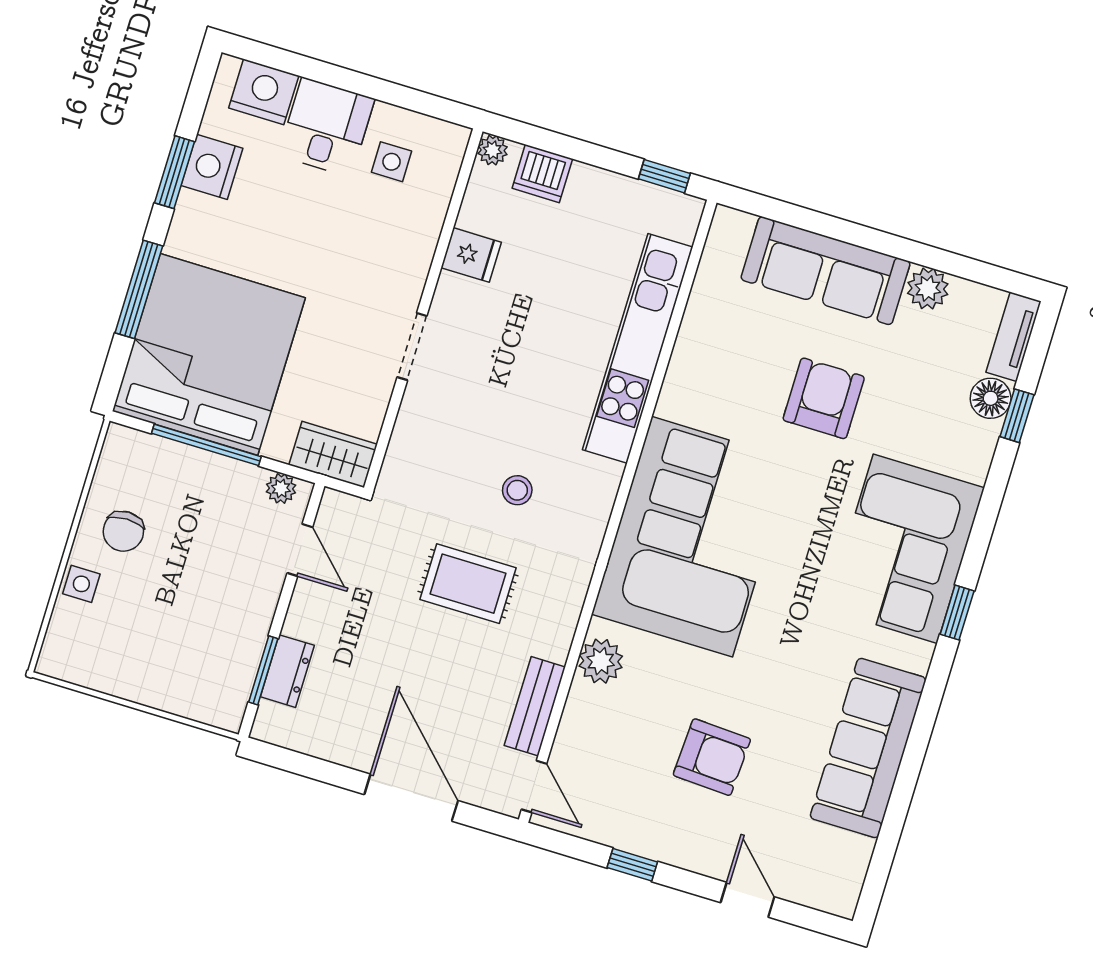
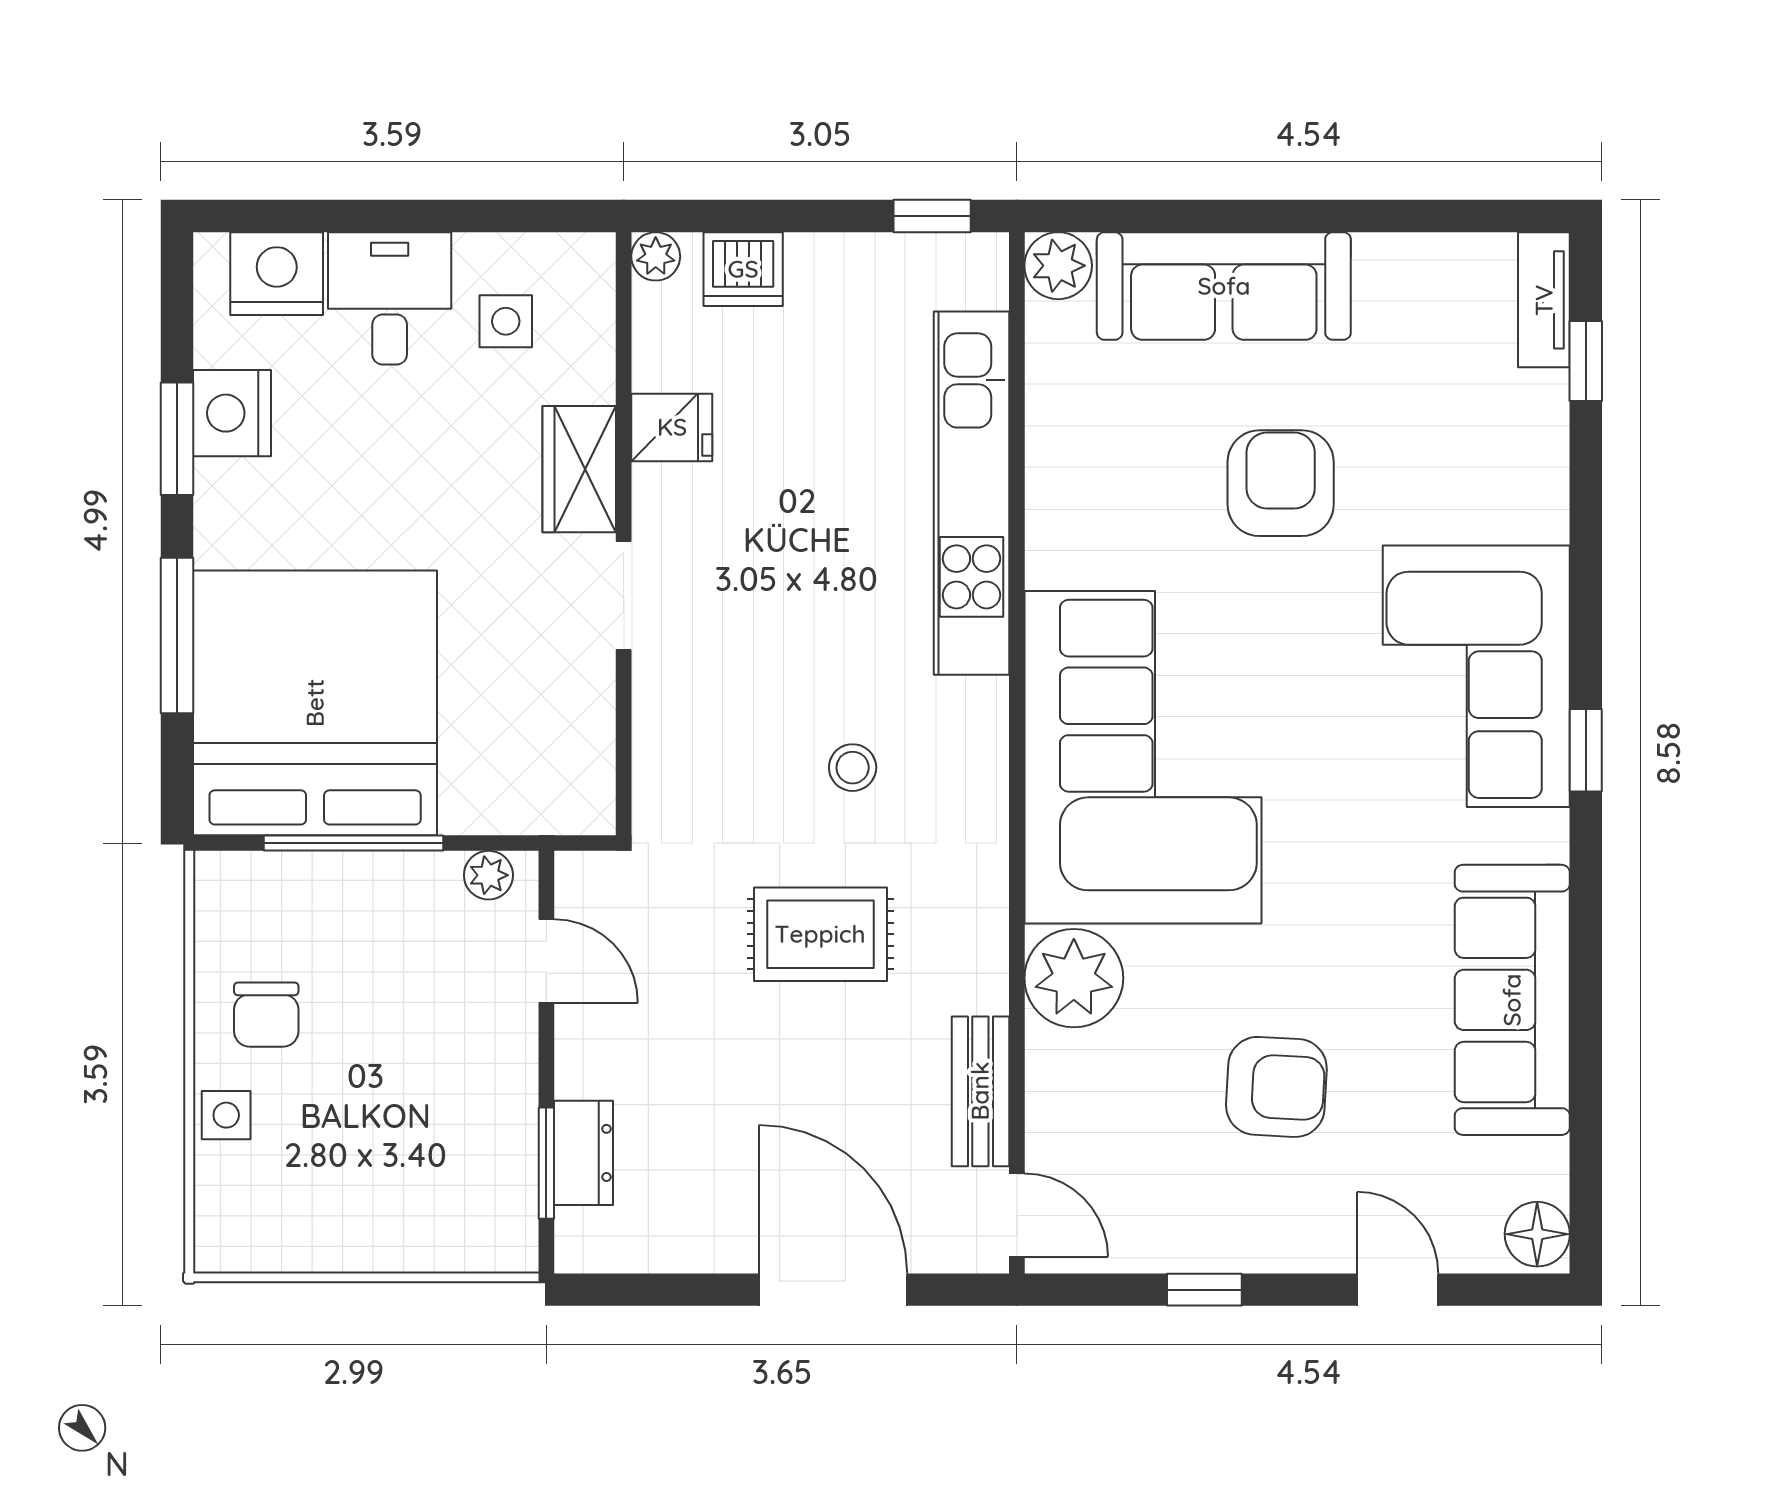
plant: (928, 289) -> (1058, 266), moved
floor lamp: (991, 398) -> (1537, 1234), moved
window: (1017, 416) -> (1586, 361), moved
wardrobe: (333, 454) -> (579, 469), moved, turned -90
plant: (601, 661) -> (1074, 978), width x1.36, depth x1.36

